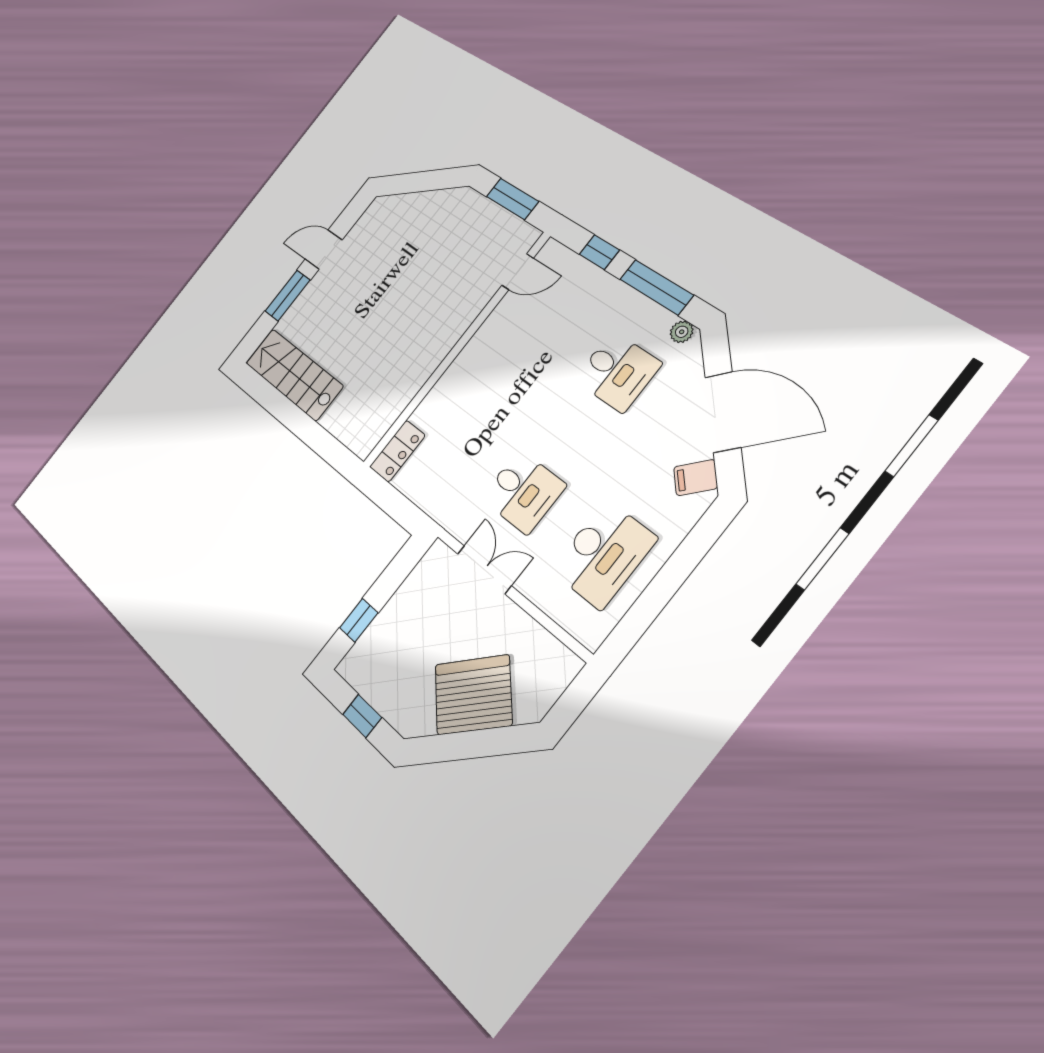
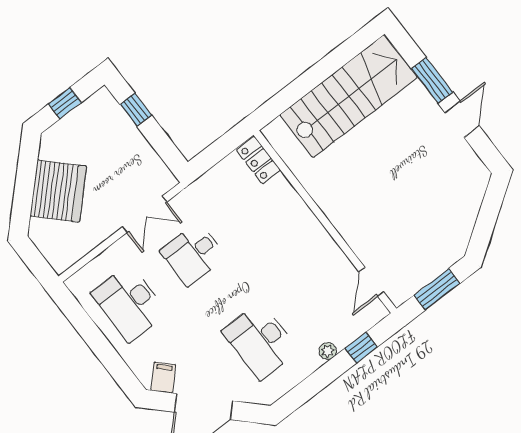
window: (656, 287) -> (315, 383), removed
plant: (682, 332) -> (328, 351), moved
desk: (618, 372) -> (260, 341), width x1.37
stairs: (294, 374) -> (348, 96), width x1.36, depth x1.51

